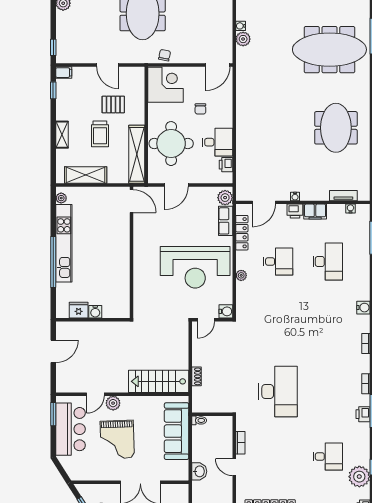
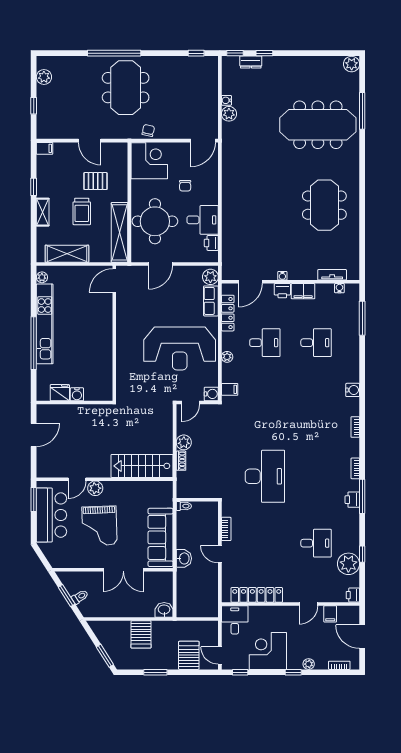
window: (53, 47) -> (34, 106), moved
window: (53, 90) -> (34, 187), moved
door: (132, 201) -> (114, 281), swing flipped
desk: (328, 262) -> (316, 343), width x0.73
filing cabinet: (244, 307) -> (230, 389), added
plant: (199, 359) -> (184, 442), added
sofa: (177, 431) -> (161, 537), moved

